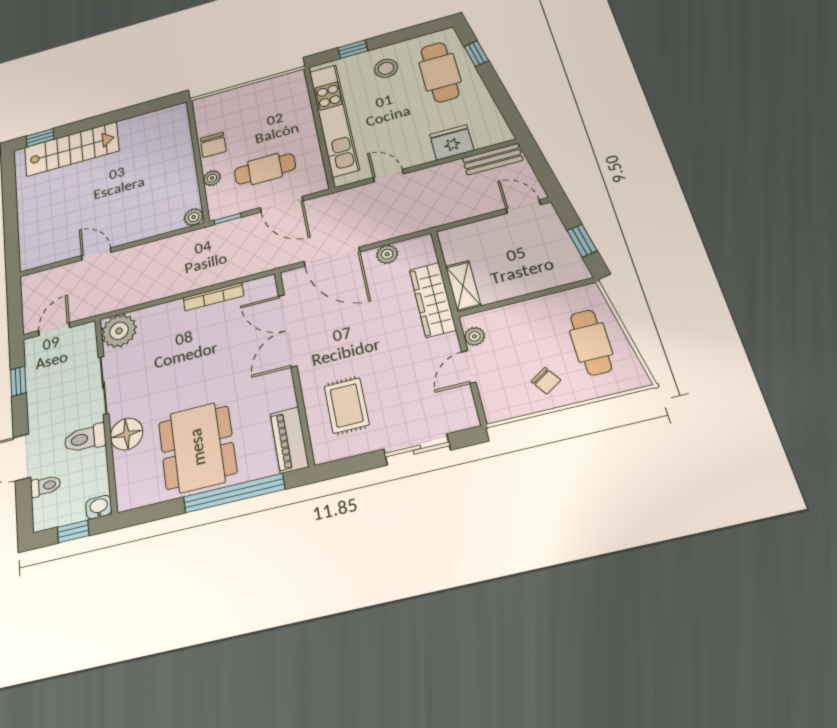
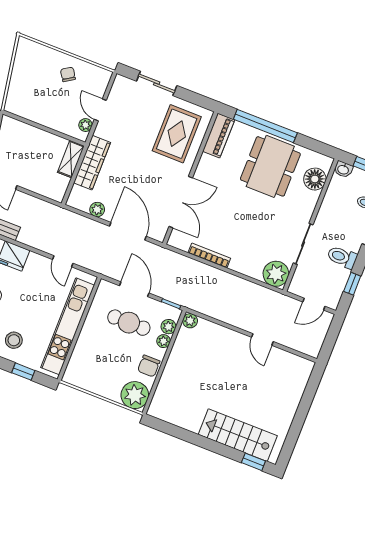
plant: (211, 110) -> (135, 395), added
chair: (213, 145) -> (149, 366), turned 180
plant: (216, 195) -> (168, 327), added
cafe table: (591, 342) -> (31, 79), removed
door: (469, 367) -> (100, 110), swing flipped
rug: (347, 405) -> (177, 134), width x1.36, depth x1.43
floor lamp: (127, 434) -> (315, 179), moved
toilet: (85, 438) -> (342, 257), moved, turned 180

